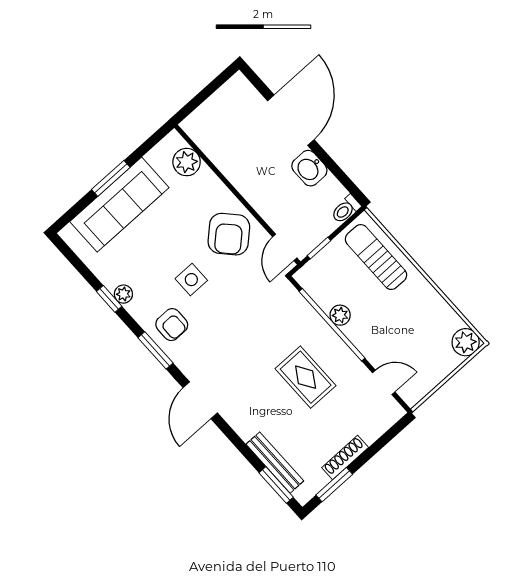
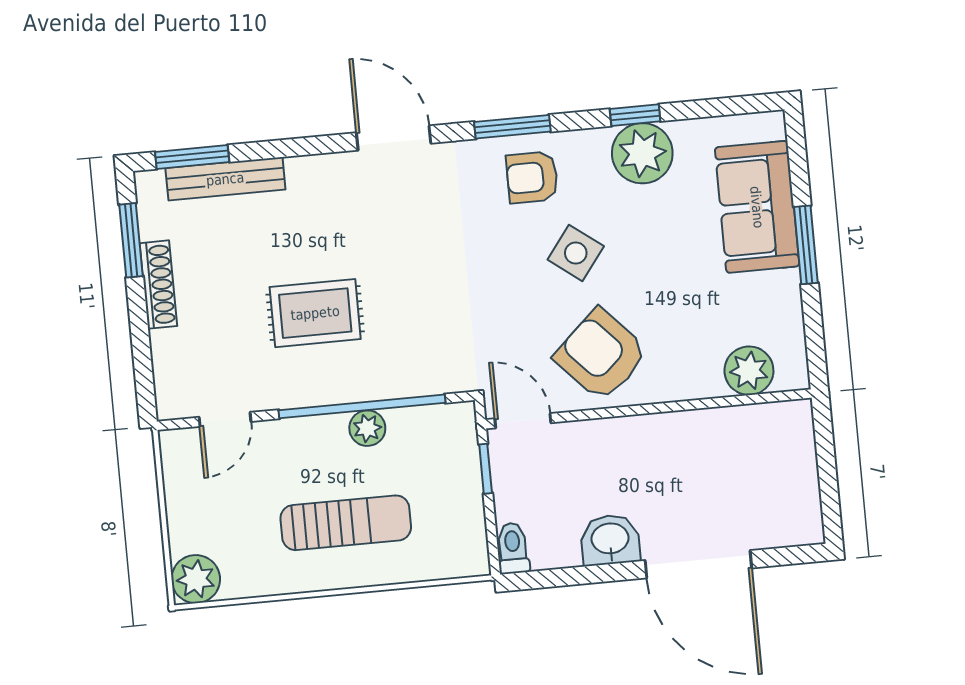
sofa: (119, 205) -> (757, 207), width x0.73
sun lounger: (376, 257) -> (346, 523), moved
side table: (191, 280) -> (576, 253), turned 37
plant: (123, 294) -> (642, 153), width x1.88, depth x1.88

